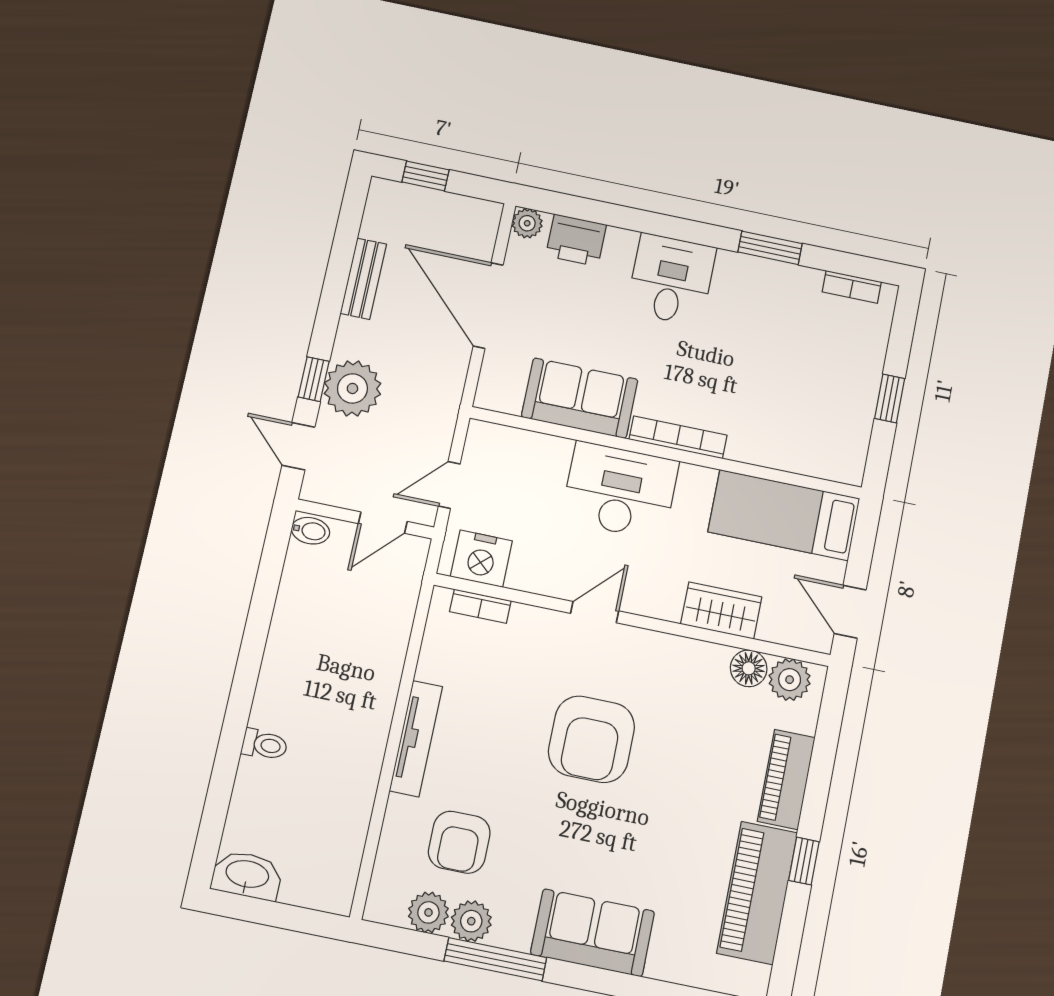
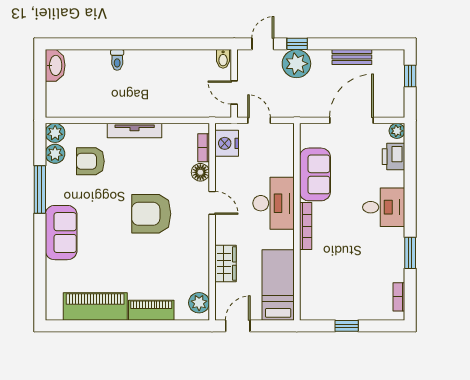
floor lamp: (749, 668) -> (200, 172), moved
window: (804, 861) -> (114, 326), removed
plant: (471, 921) -> (55, 133), moved

